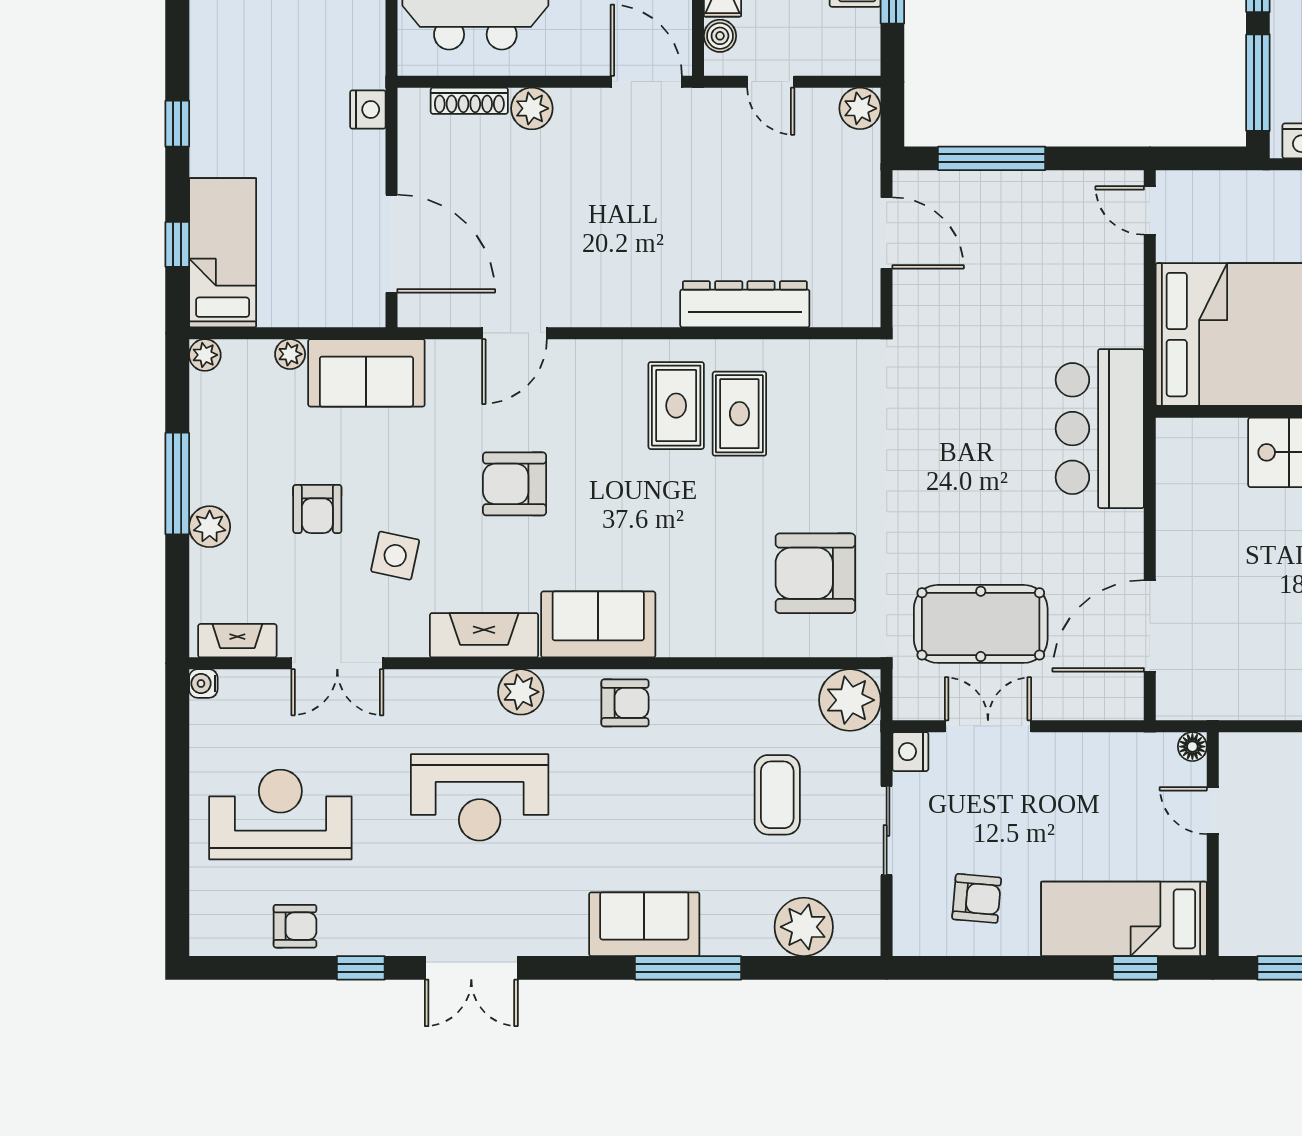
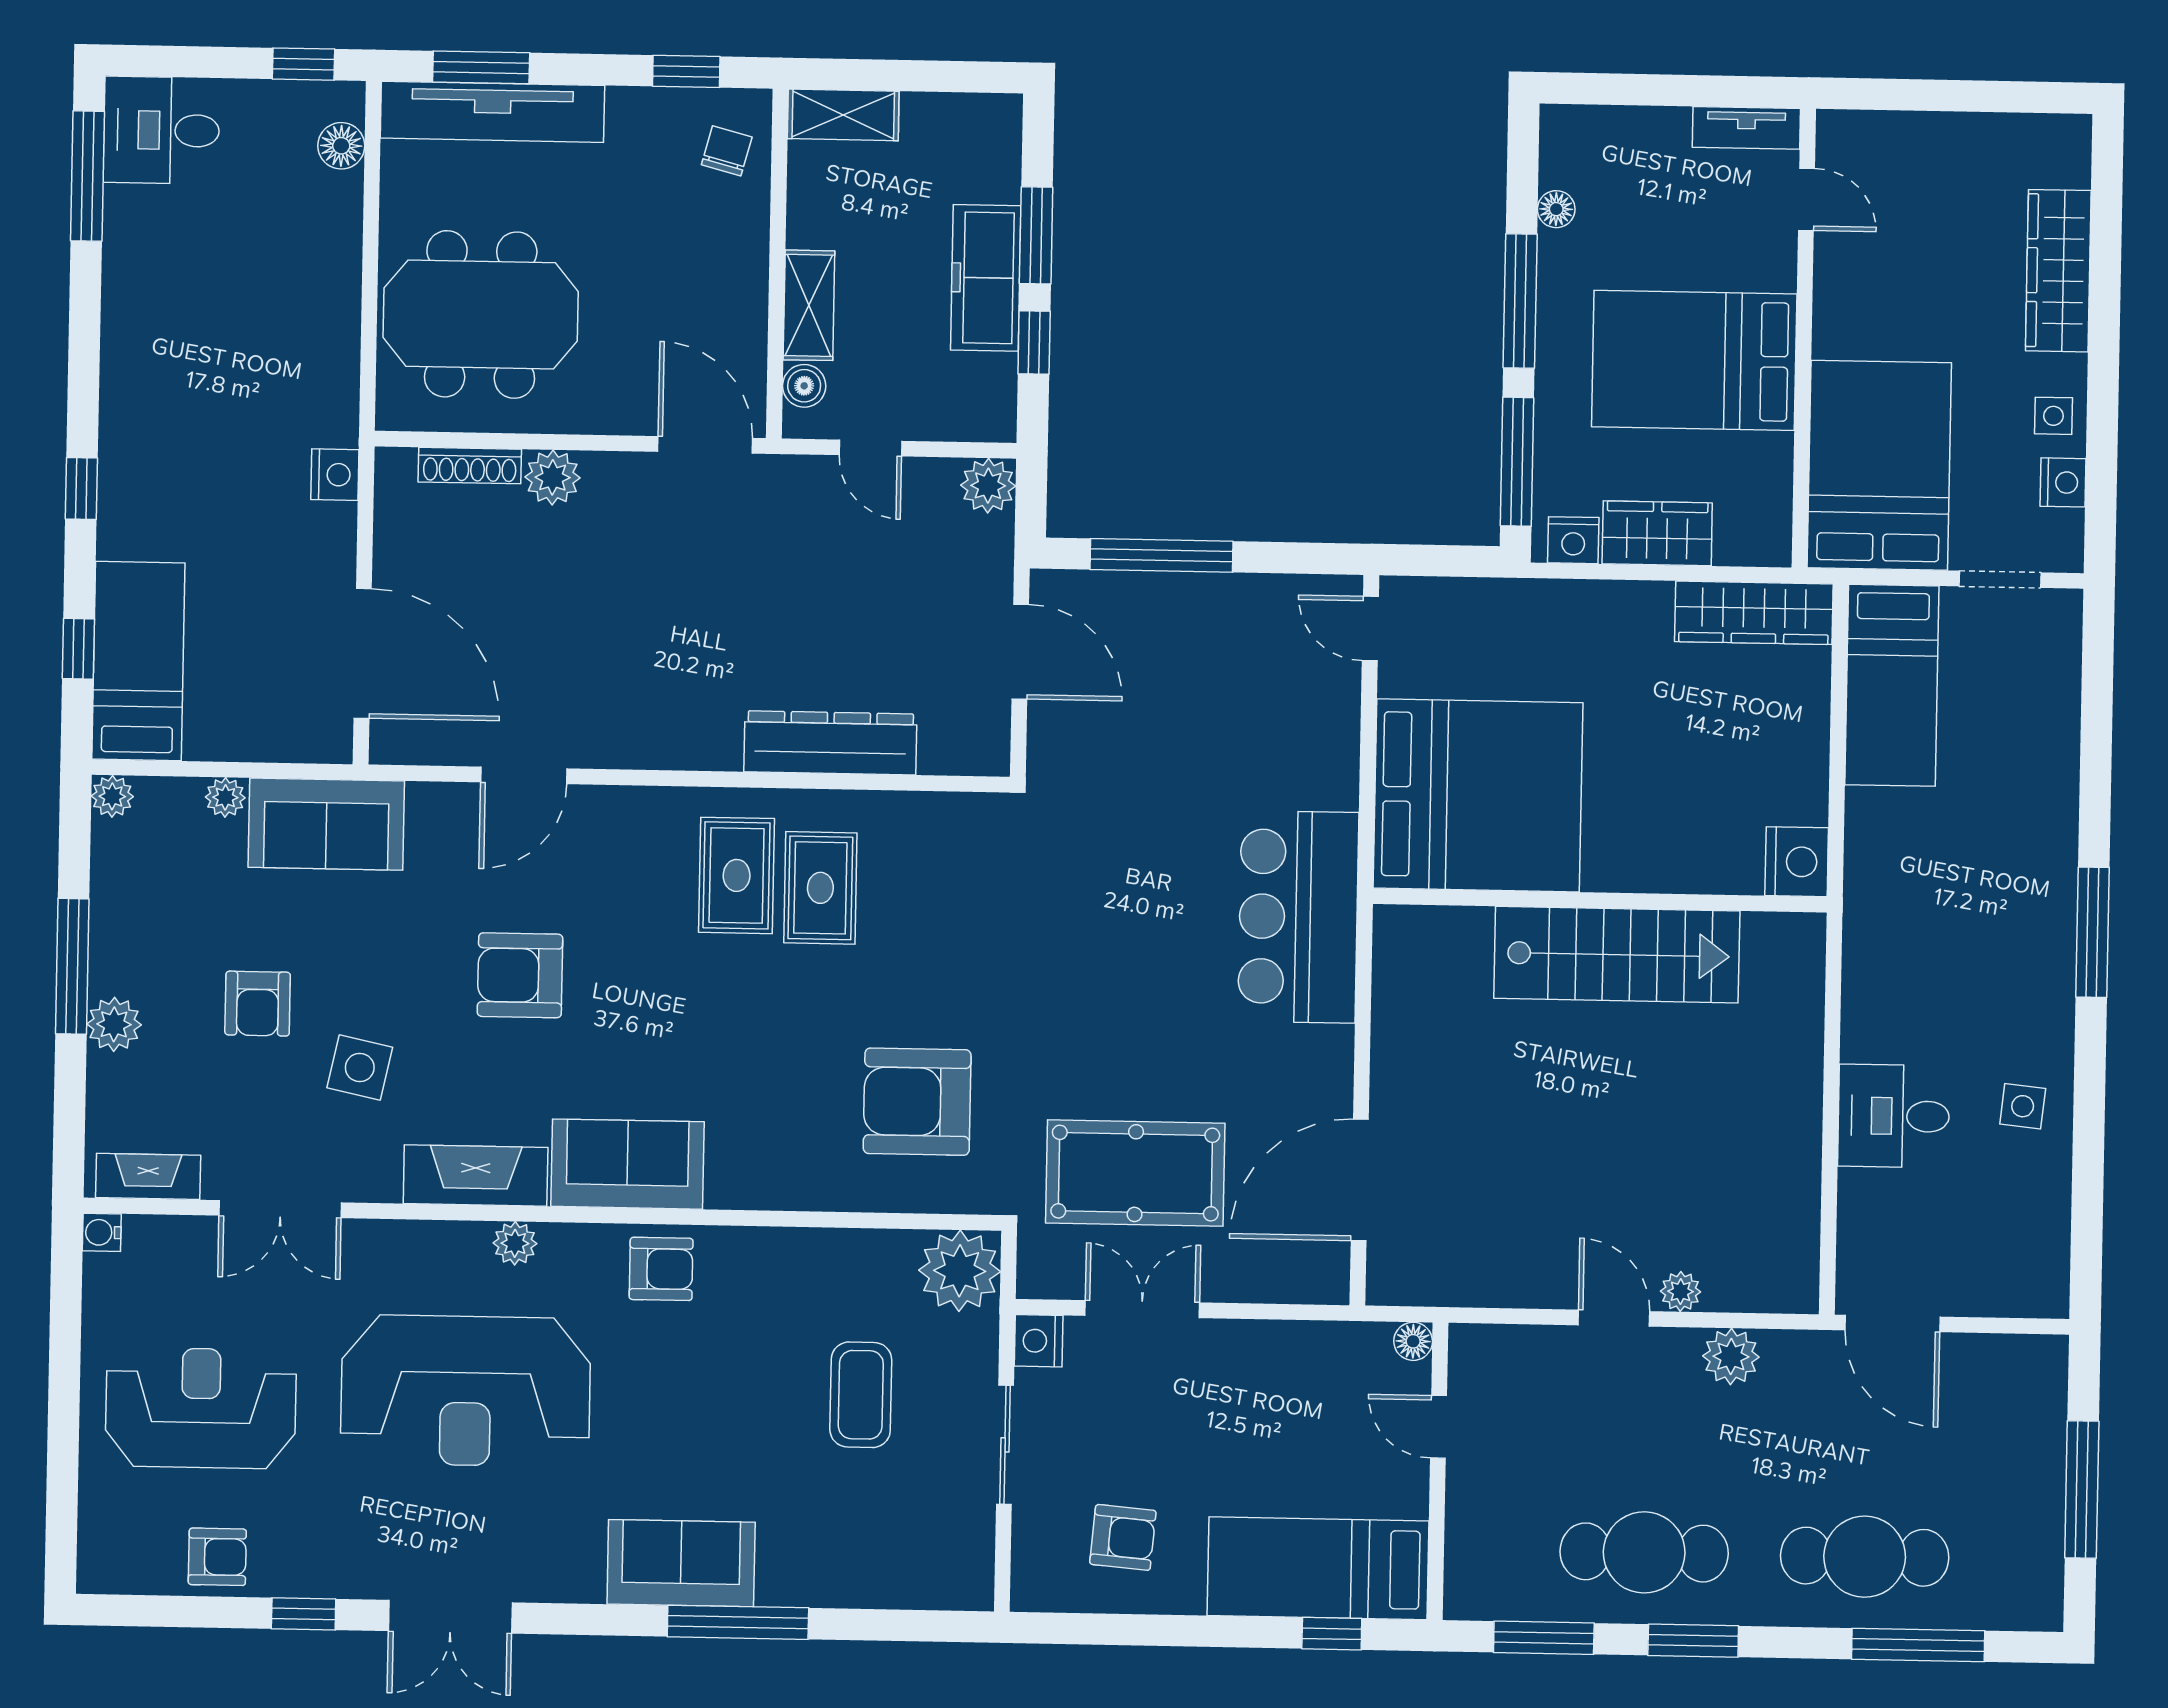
plant: (521, 692) -> (515, 1243), width x0.73, depth x0.73
reception desk: (480, 797) -> (466, 1391), width x1.36, depth x1.30
plant: (804, 927) -> (893, 1571), removed

